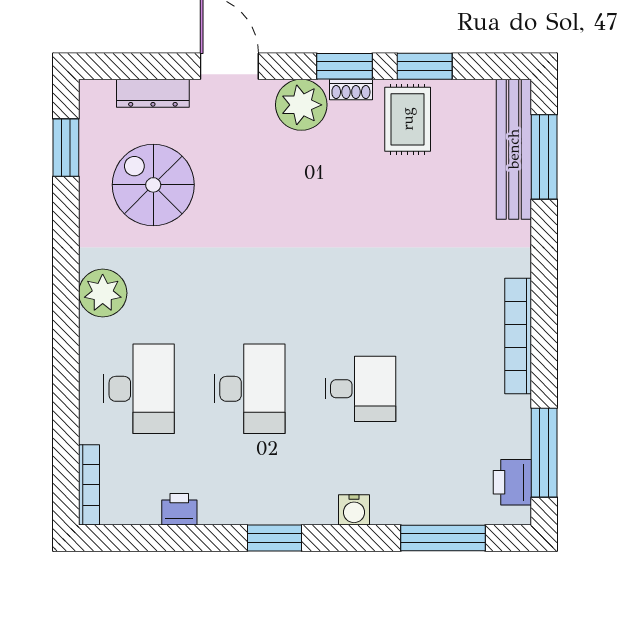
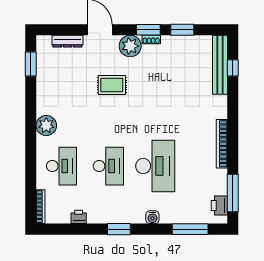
rug: (408, 119) -> (112, 85), moved, turned 90
window: (544, 157) -> (233, 68), width x0.46
spiral stairs: (153, 185) -> (68, 80), removed
desk: (360, 389) -> (155, 166), width x1.87, depth x1.30

